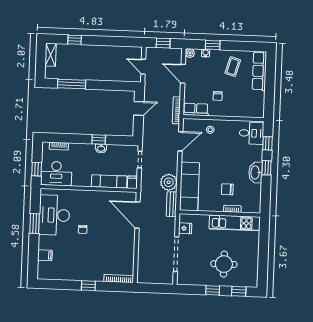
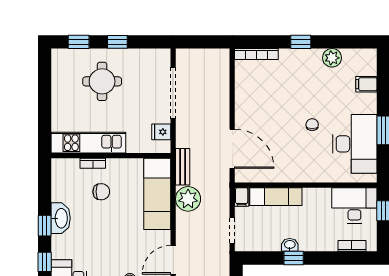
plant: (67, 274) -> (332, 58), added

